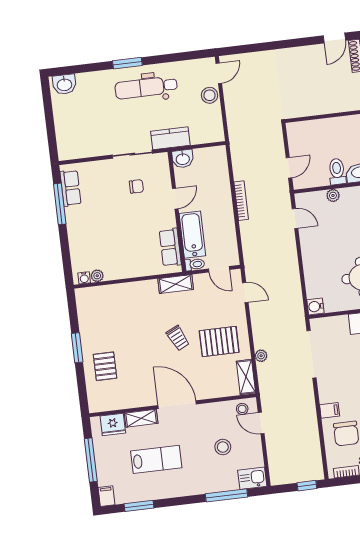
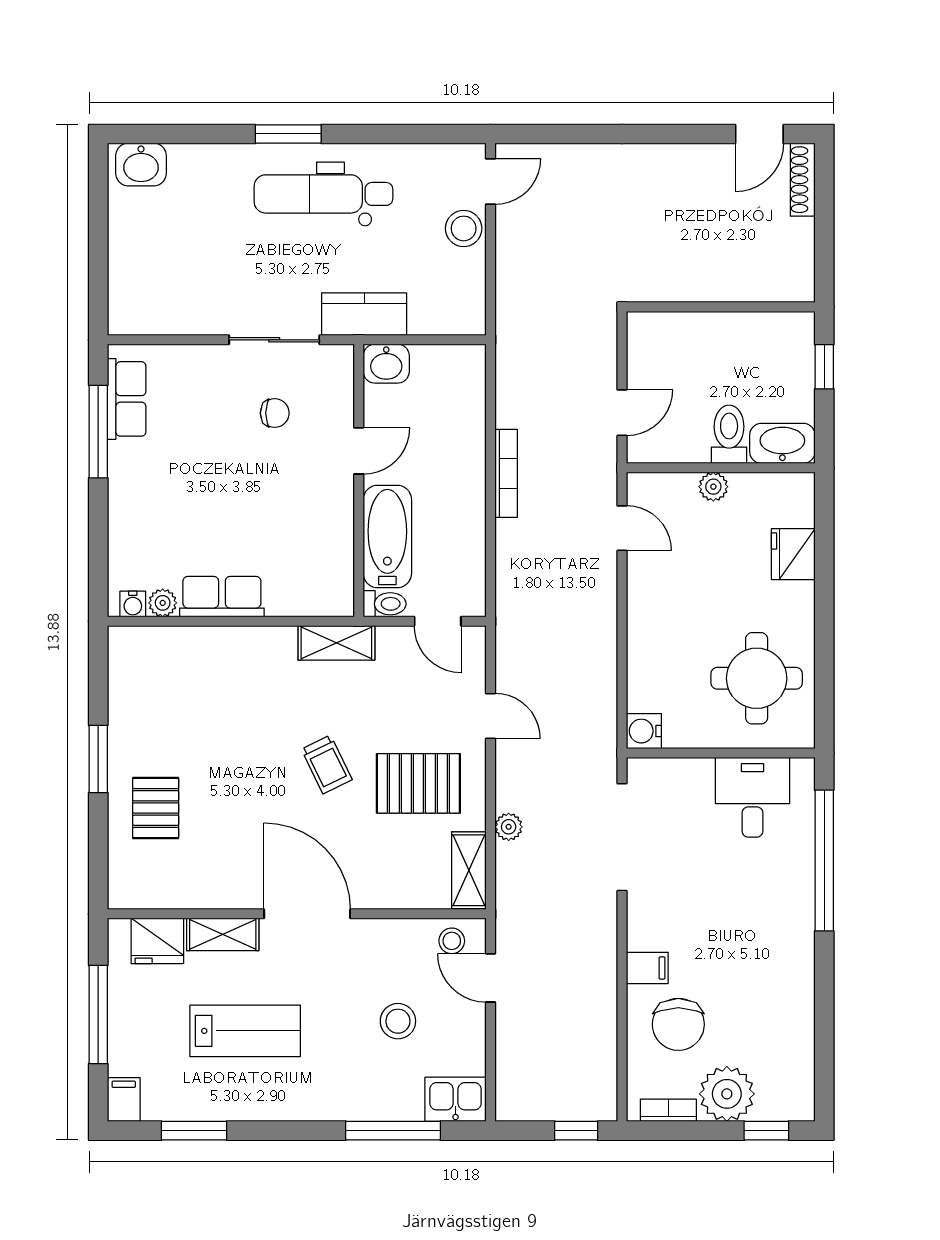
row of seats: (170, 247) -> (222, 597), moved, turned 90
door: (245, 292) -> (490, 716), moved

